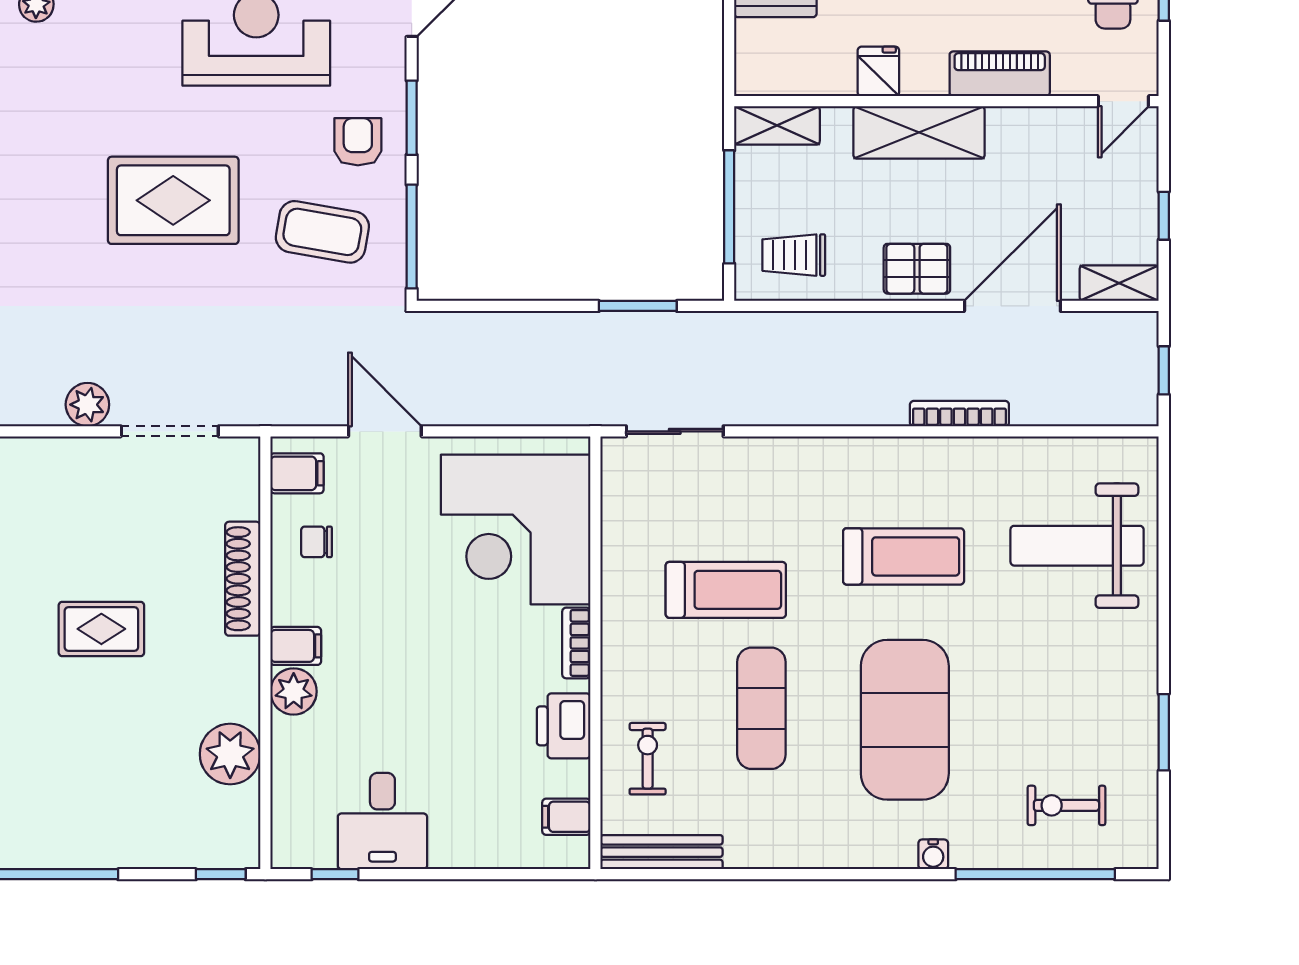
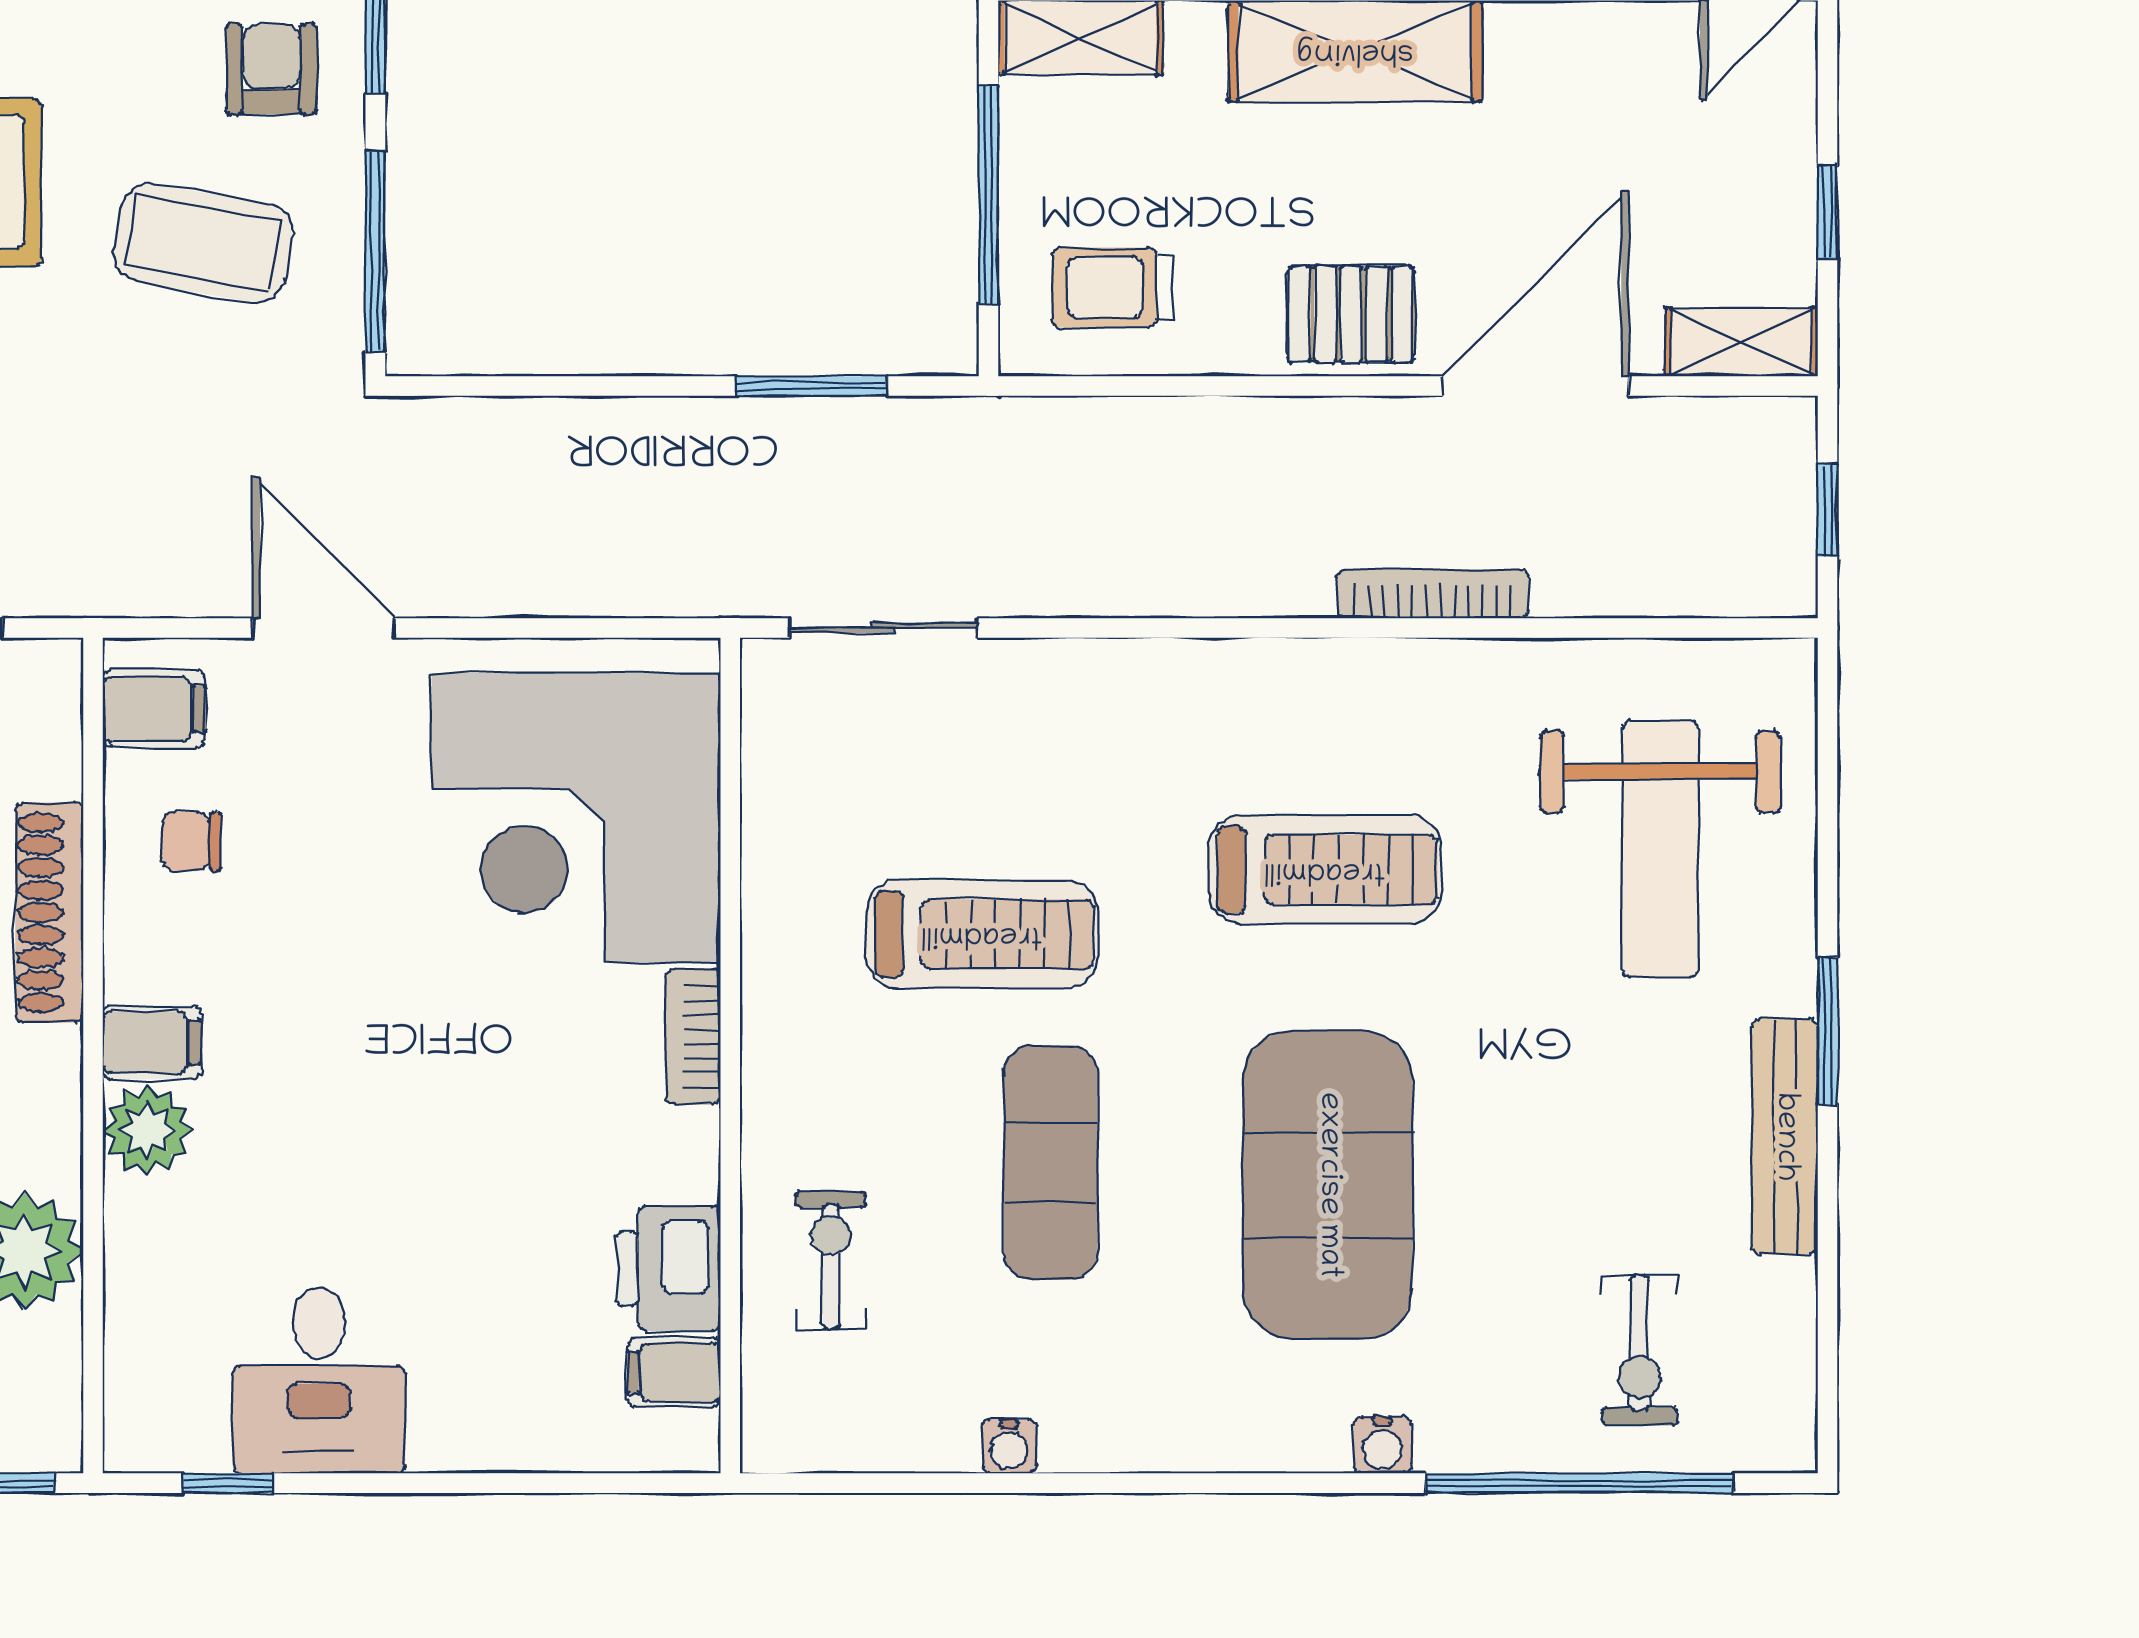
weight bench: (1077, 546) -> (1660, 849), turned -90
printer: (564, 726) -> (669, 1268), moved
window: (1164, 732) -> (1827, 1031), moved
exercise bike: (1066, 805) -> (1640, 1350), turned -90
bench: (662, 852) -> (1785, 1137), moved, turned 90
water cooler: (740, 855) -> (1009, 1446), added

